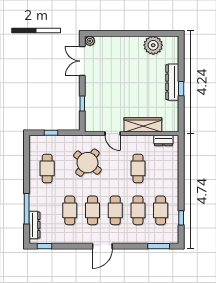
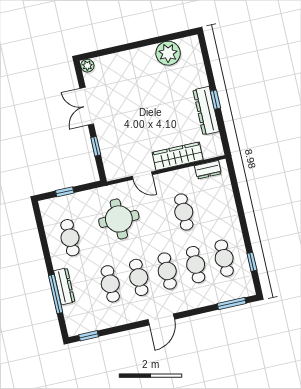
double door: (82, 61) -> (87, 106), moved
dresser: (172, 82) -> (206, 111), moved
round table: (87, 163) -> (119, 219), turned -38
dresser: (34, 225) -> (64, 286), moved

